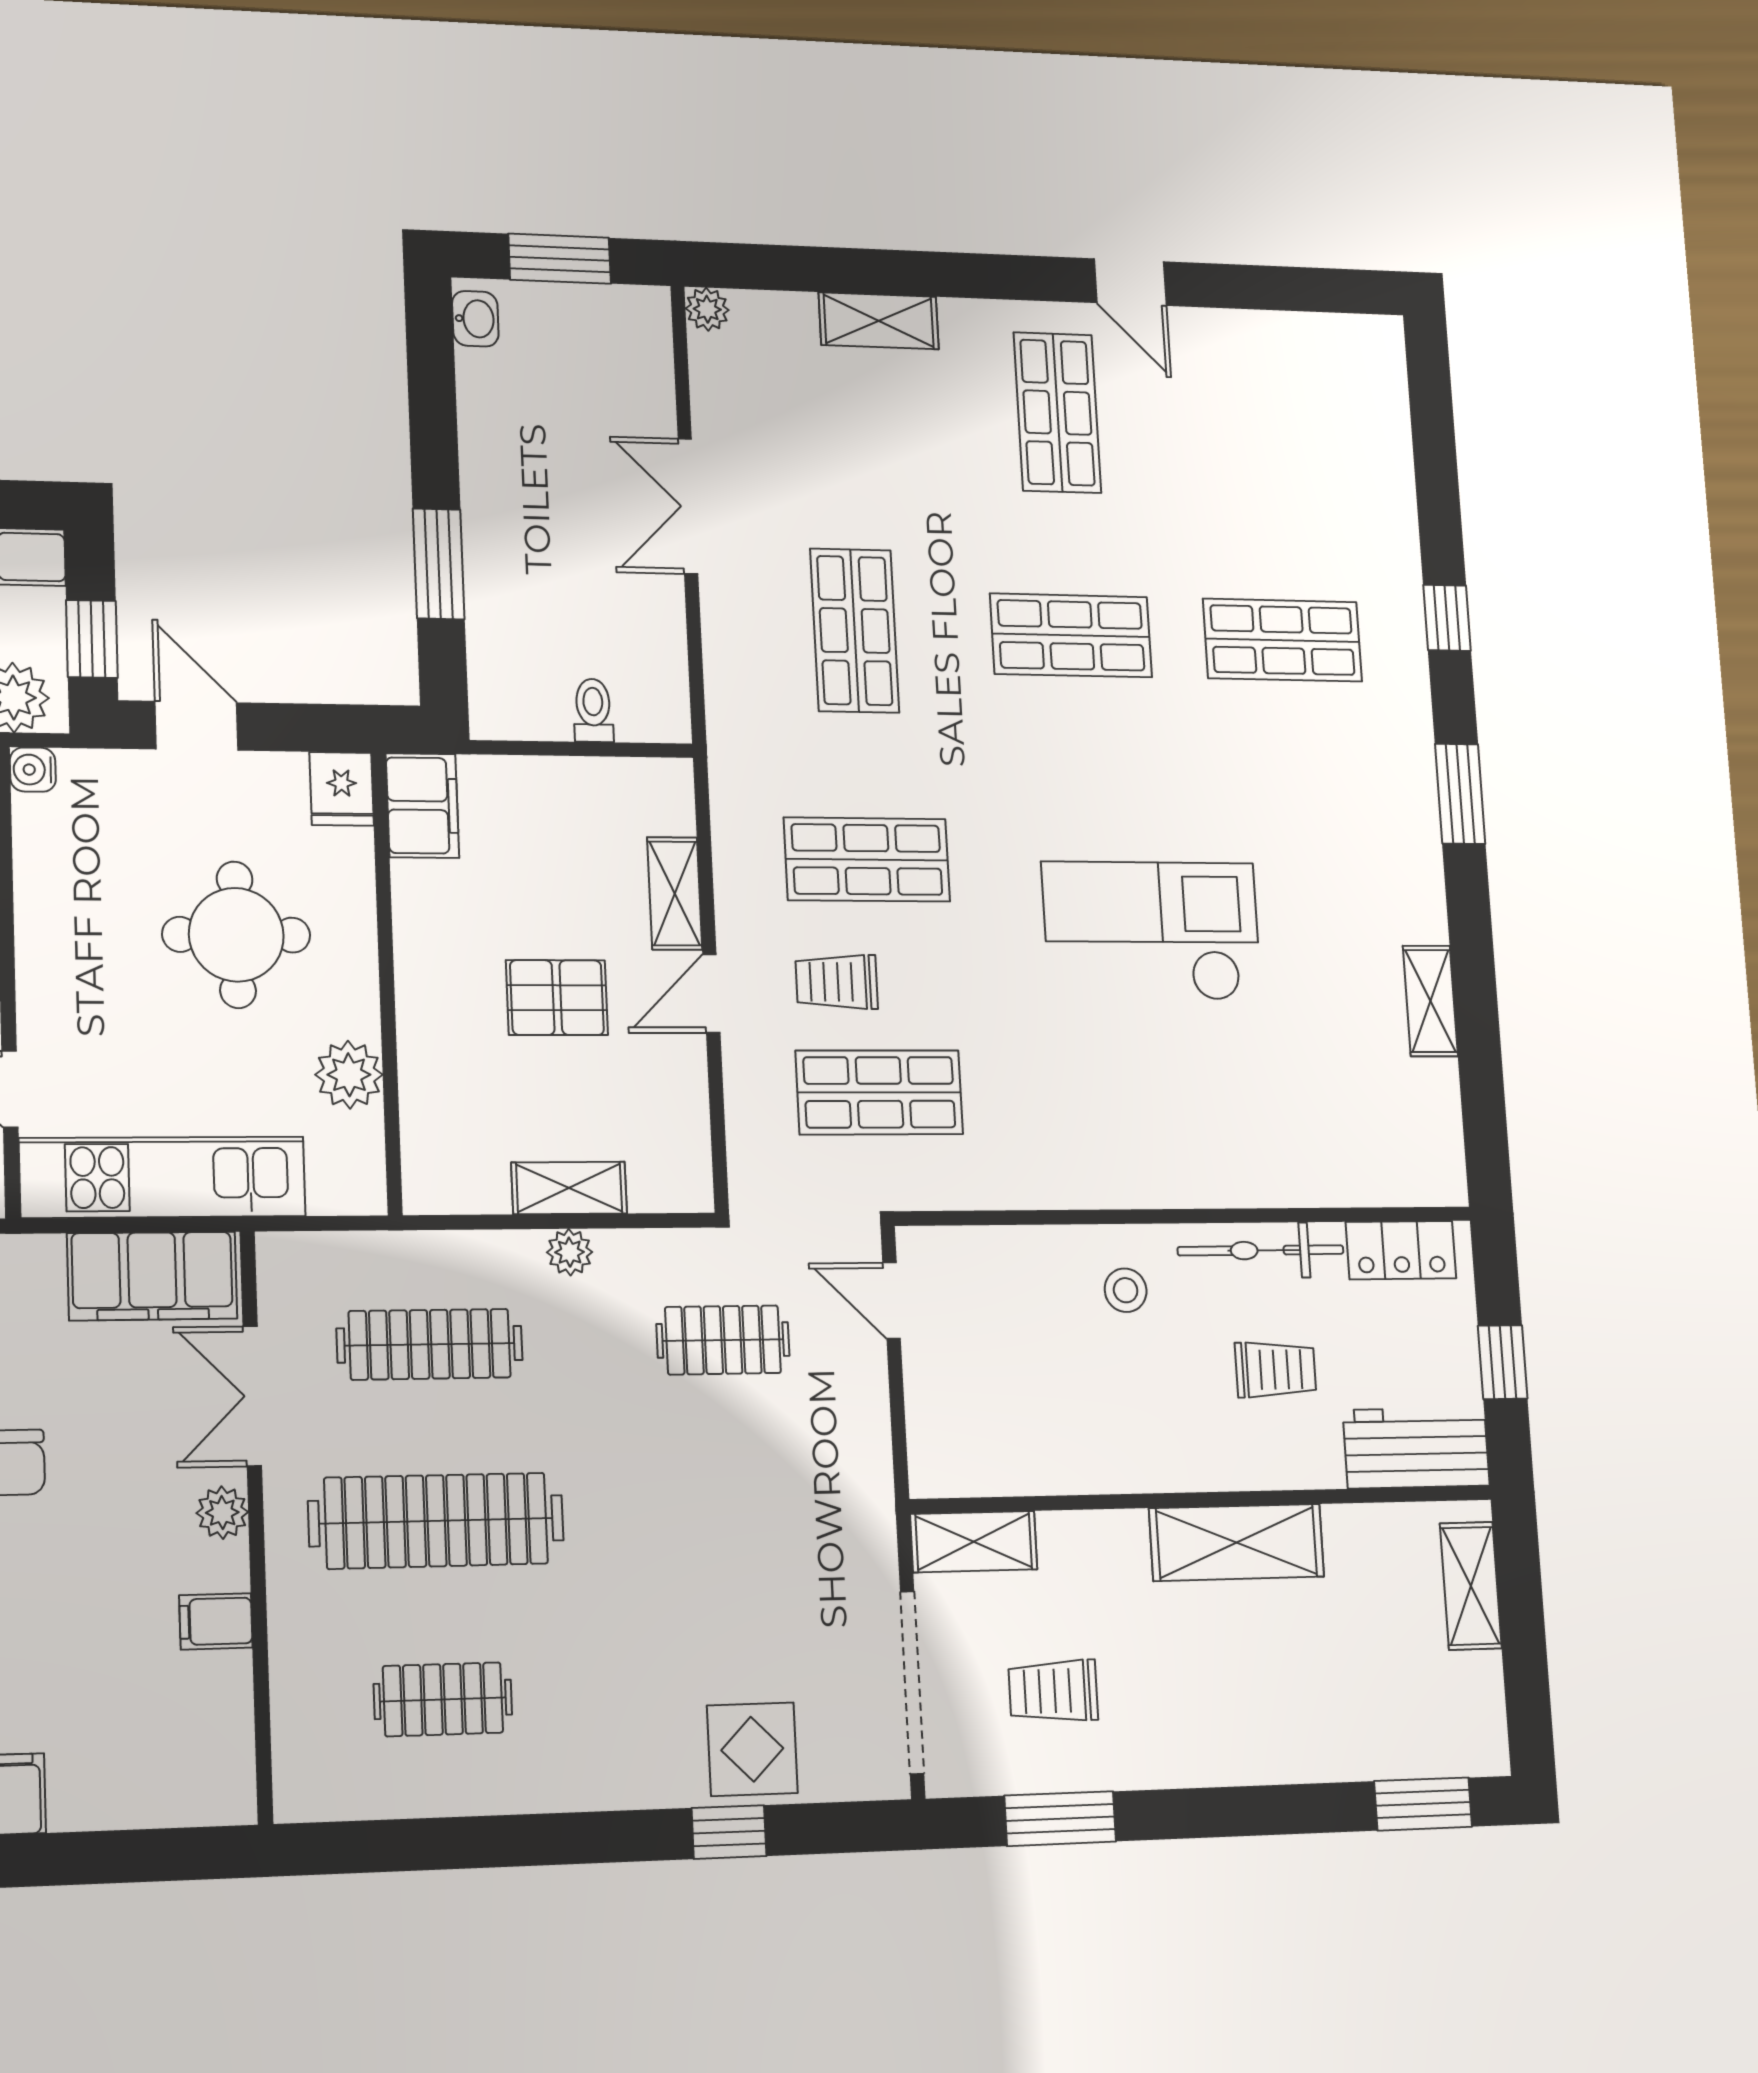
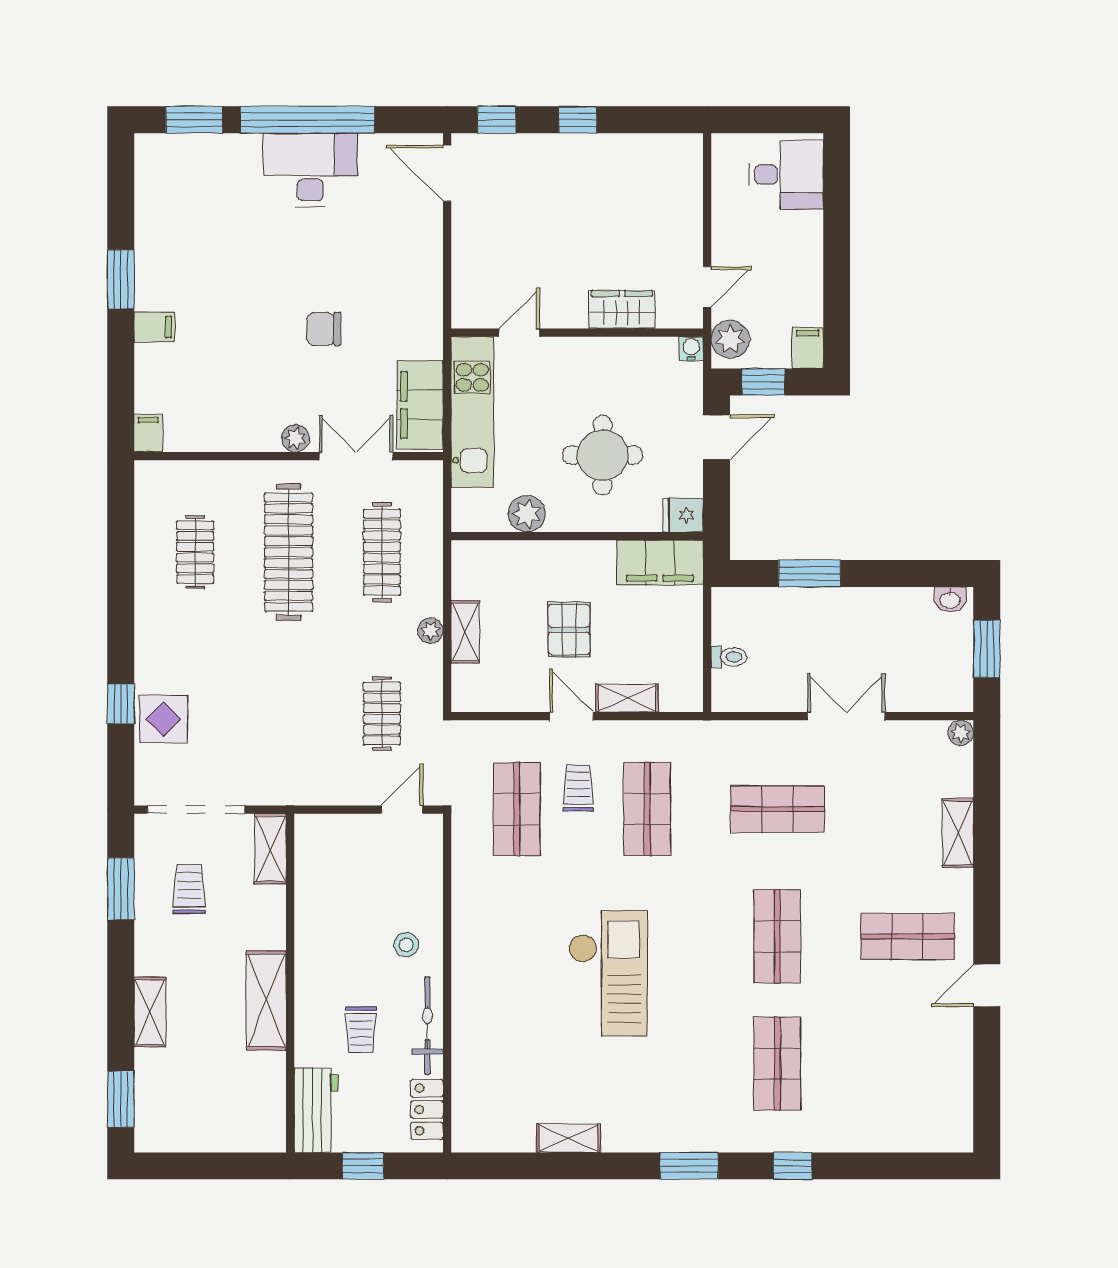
filing cabinet: (422, 806) -> (660, 563), width x1.50, depth x1.17
shelving: (1471, 1586) -> (150, 1012), moved, turned 90
filing cabinet: (216, 1621) -> (148, 433), moved

